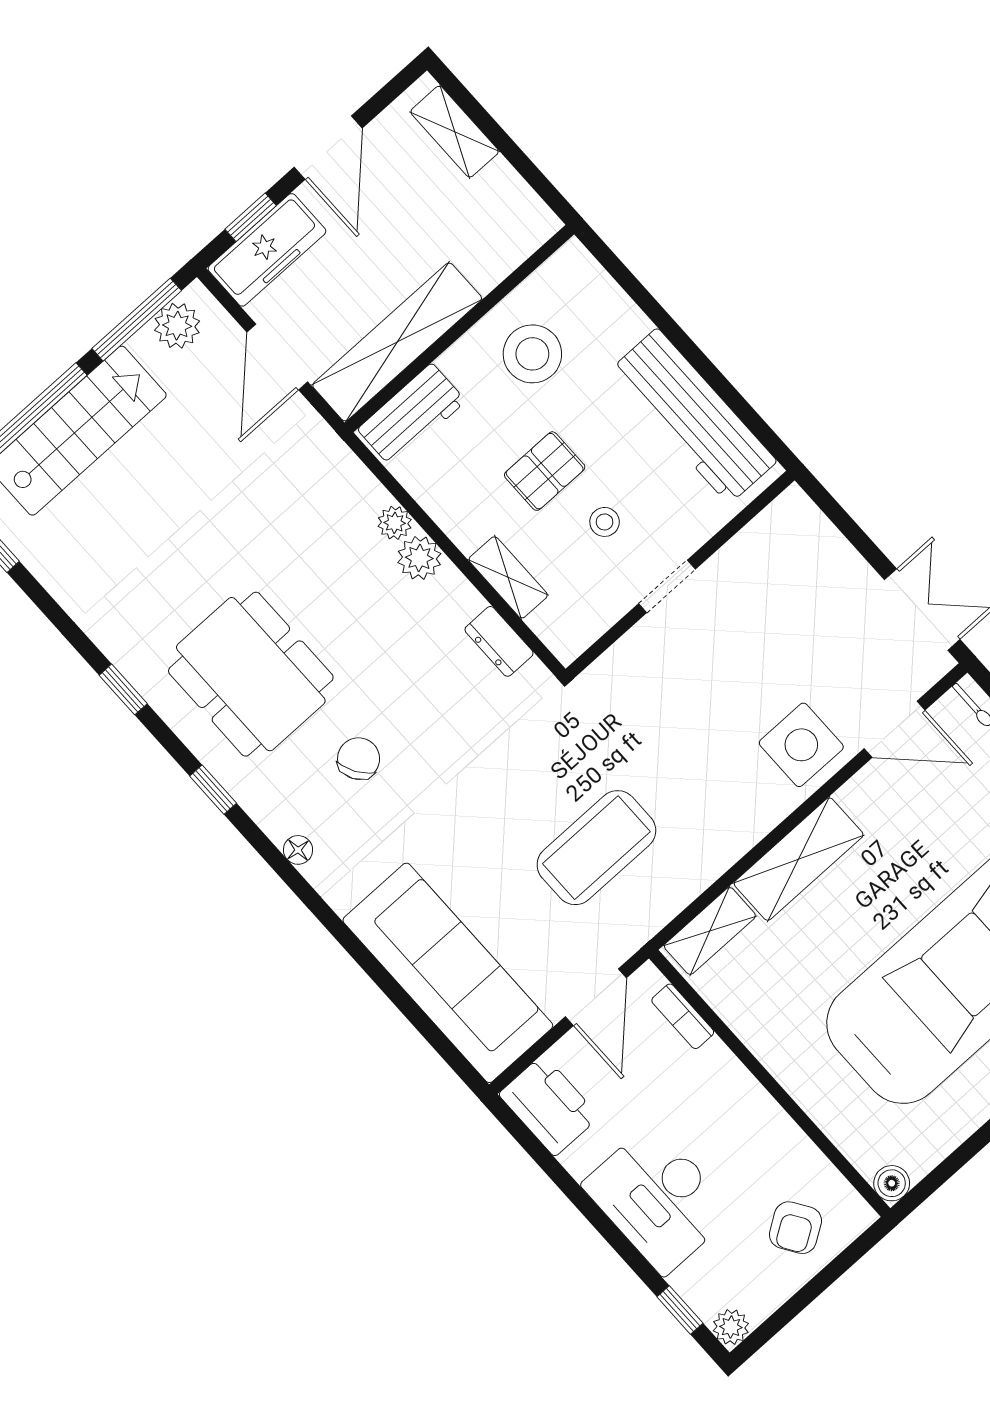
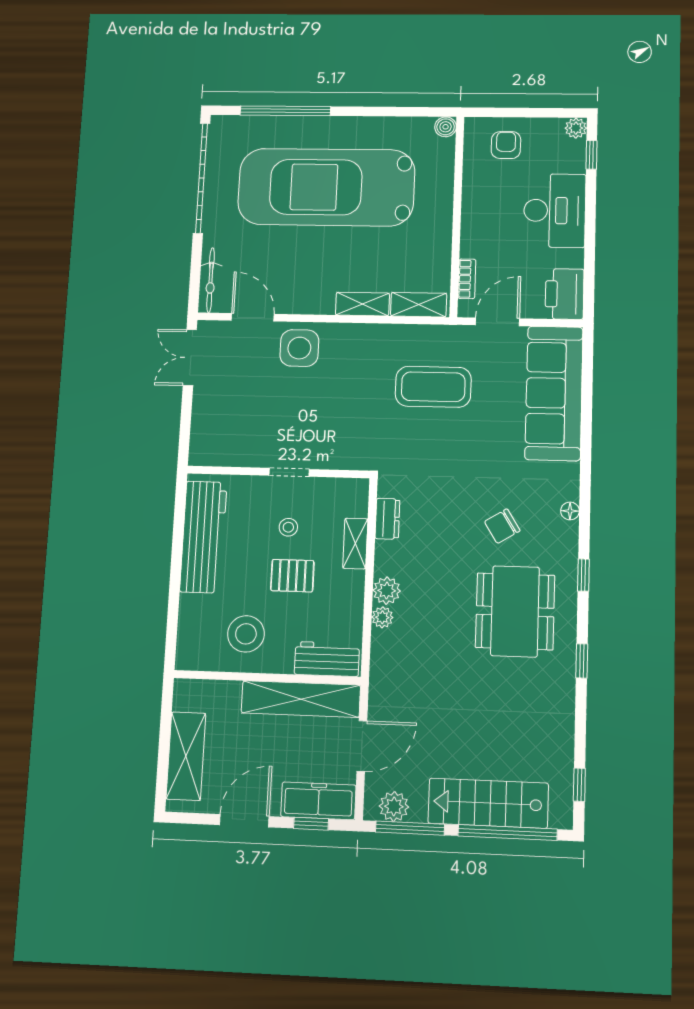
shelving: (455, 132) -> (186, 756), width x1.50, depth x1.33
shelving: (799, 859) -> (362, 304), width x0.67, depth x0.75
armchair: (795, 1228) -> (506, 145), turned -57

